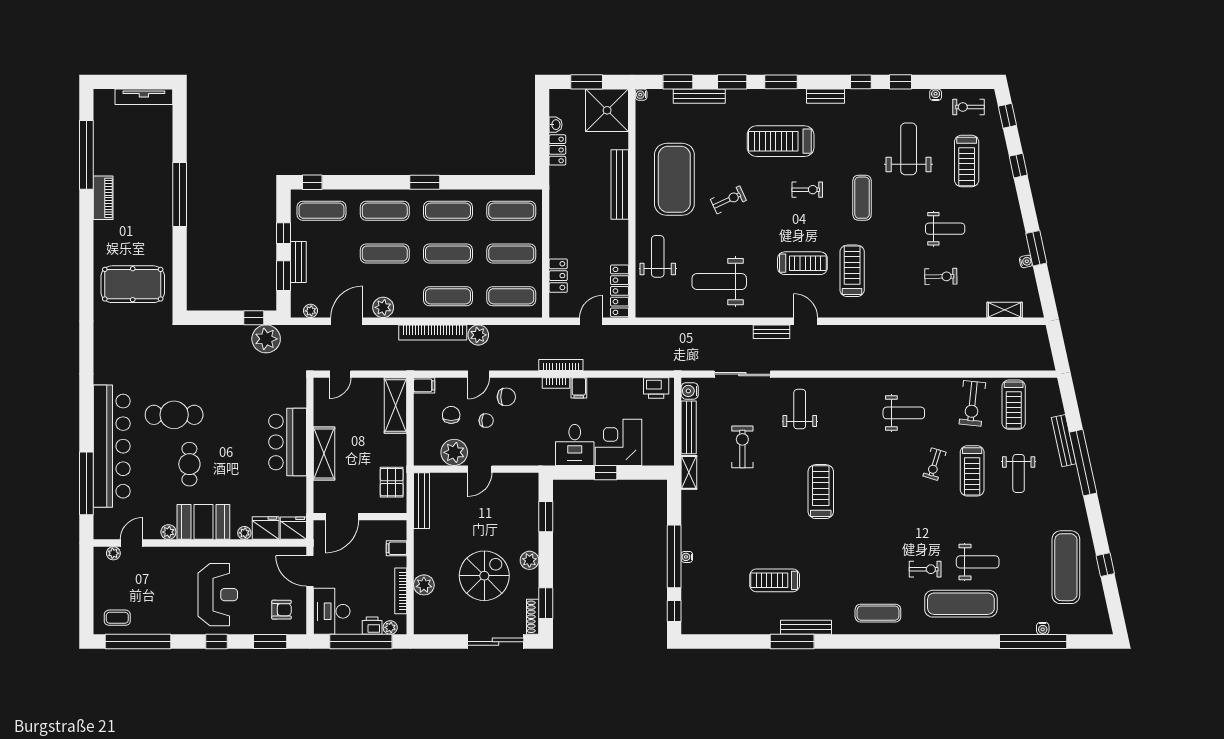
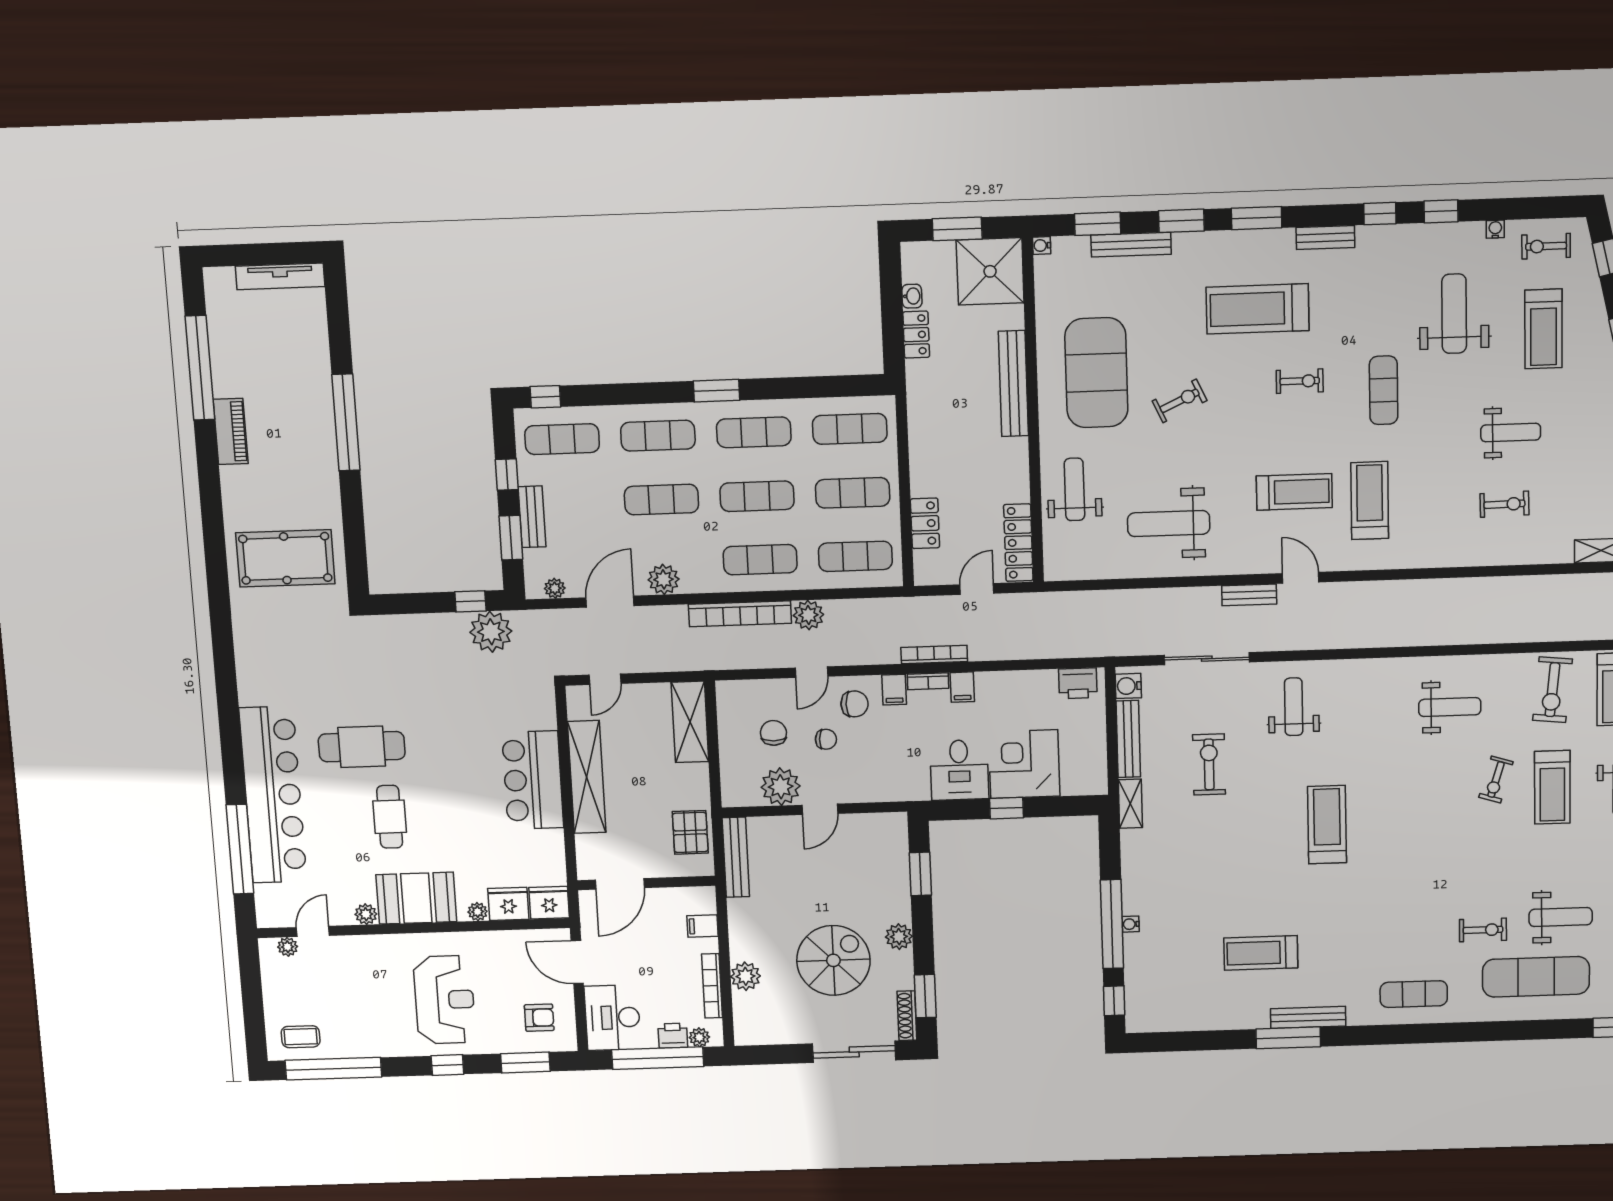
filing cabinet: (424, 385) -> (894, 690), moved, turned 90
shelving: (324, 454) -> (587, 777), width x1.47

